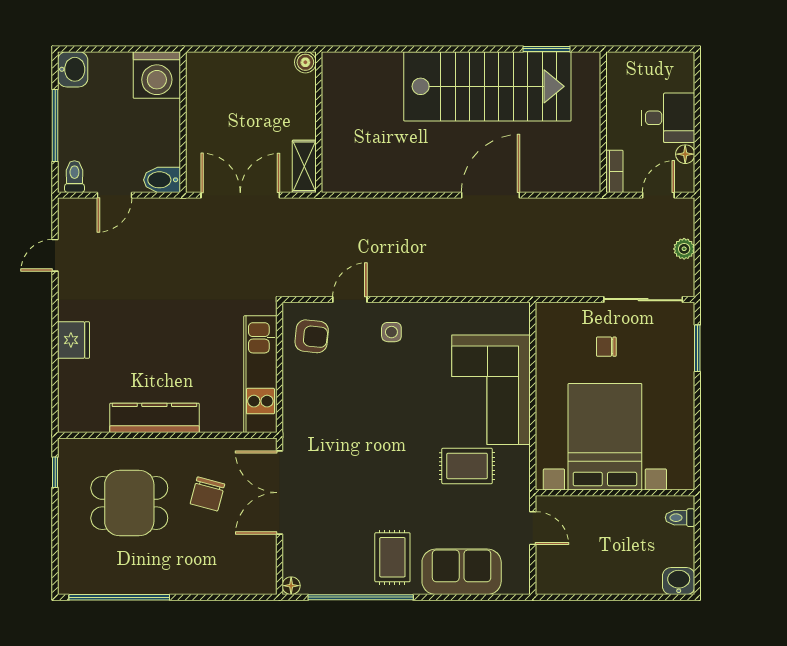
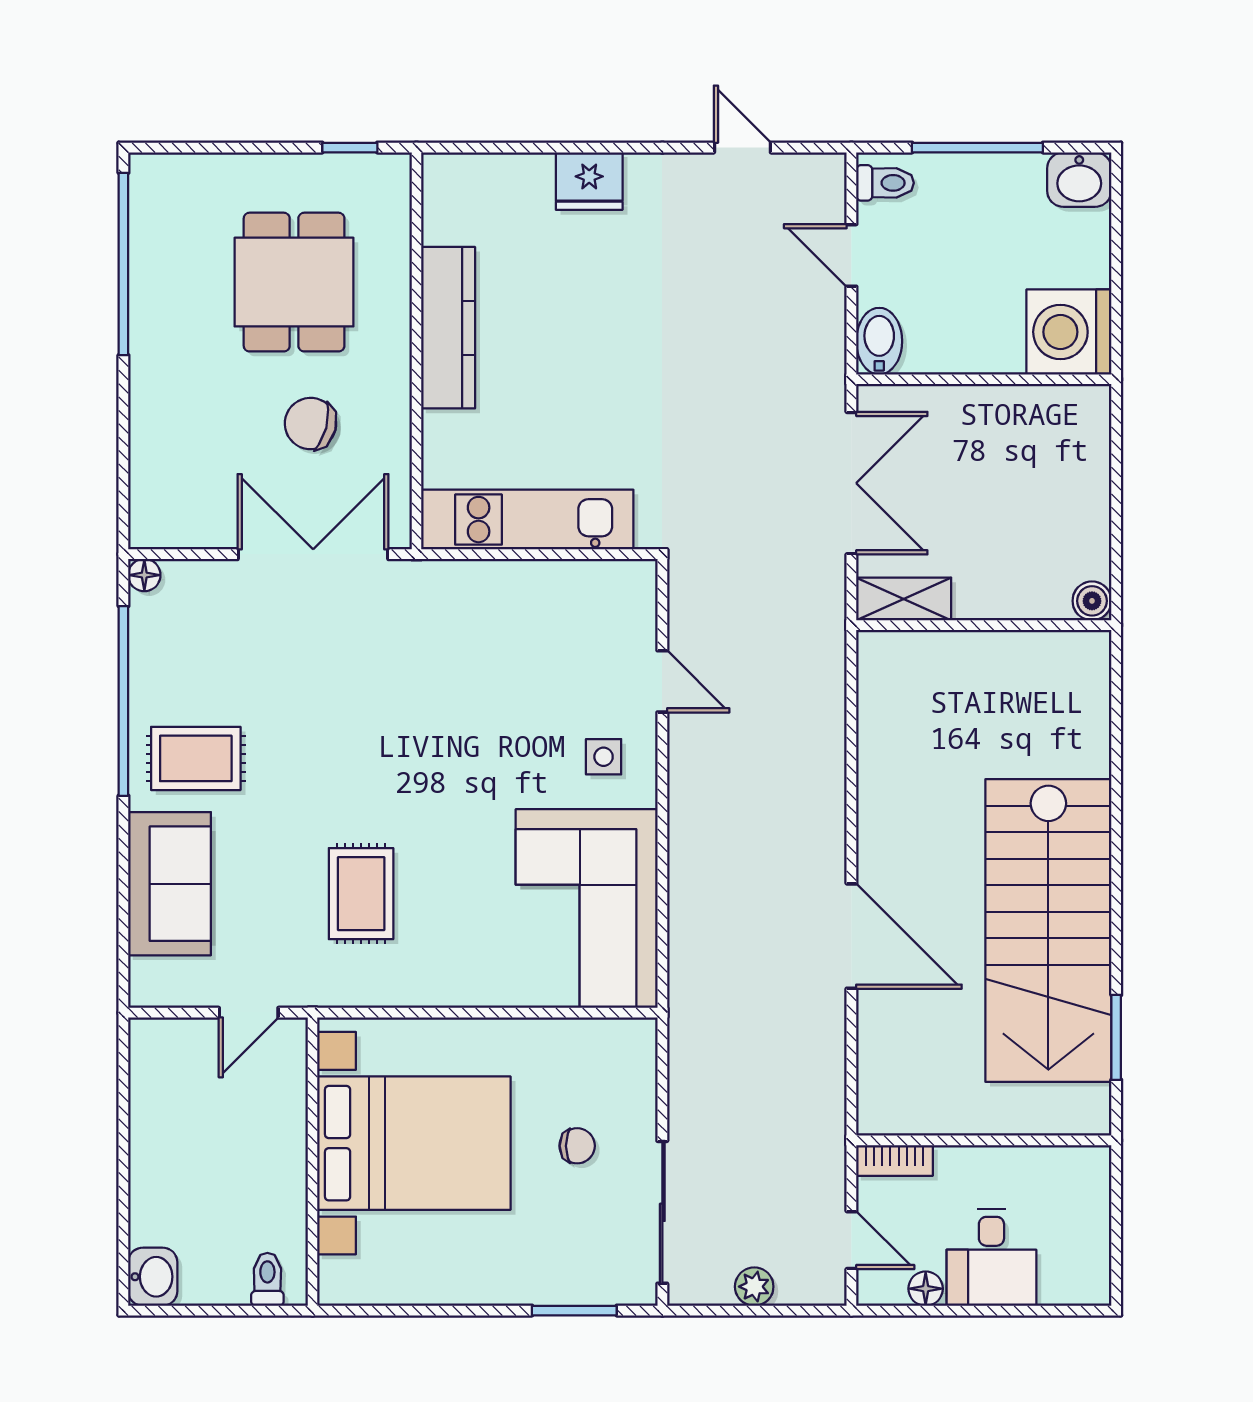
armchair: (312, 336) -> (596, 612), removed
chair: (606, 347) -> (577, 1146), turned 90
corner sofa: (491, 390) -> (587, 909), moved, turned -90

